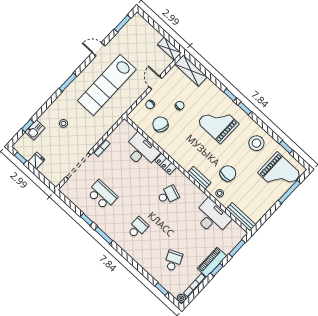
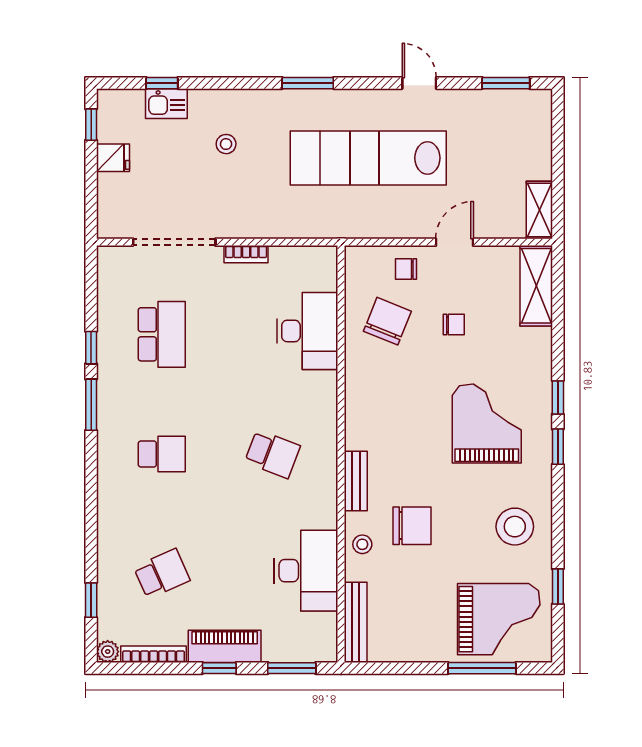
locker: (166, 164) -> (325, 397), removed
grand piano: (279, 173) -> (499, 619), turned -90

